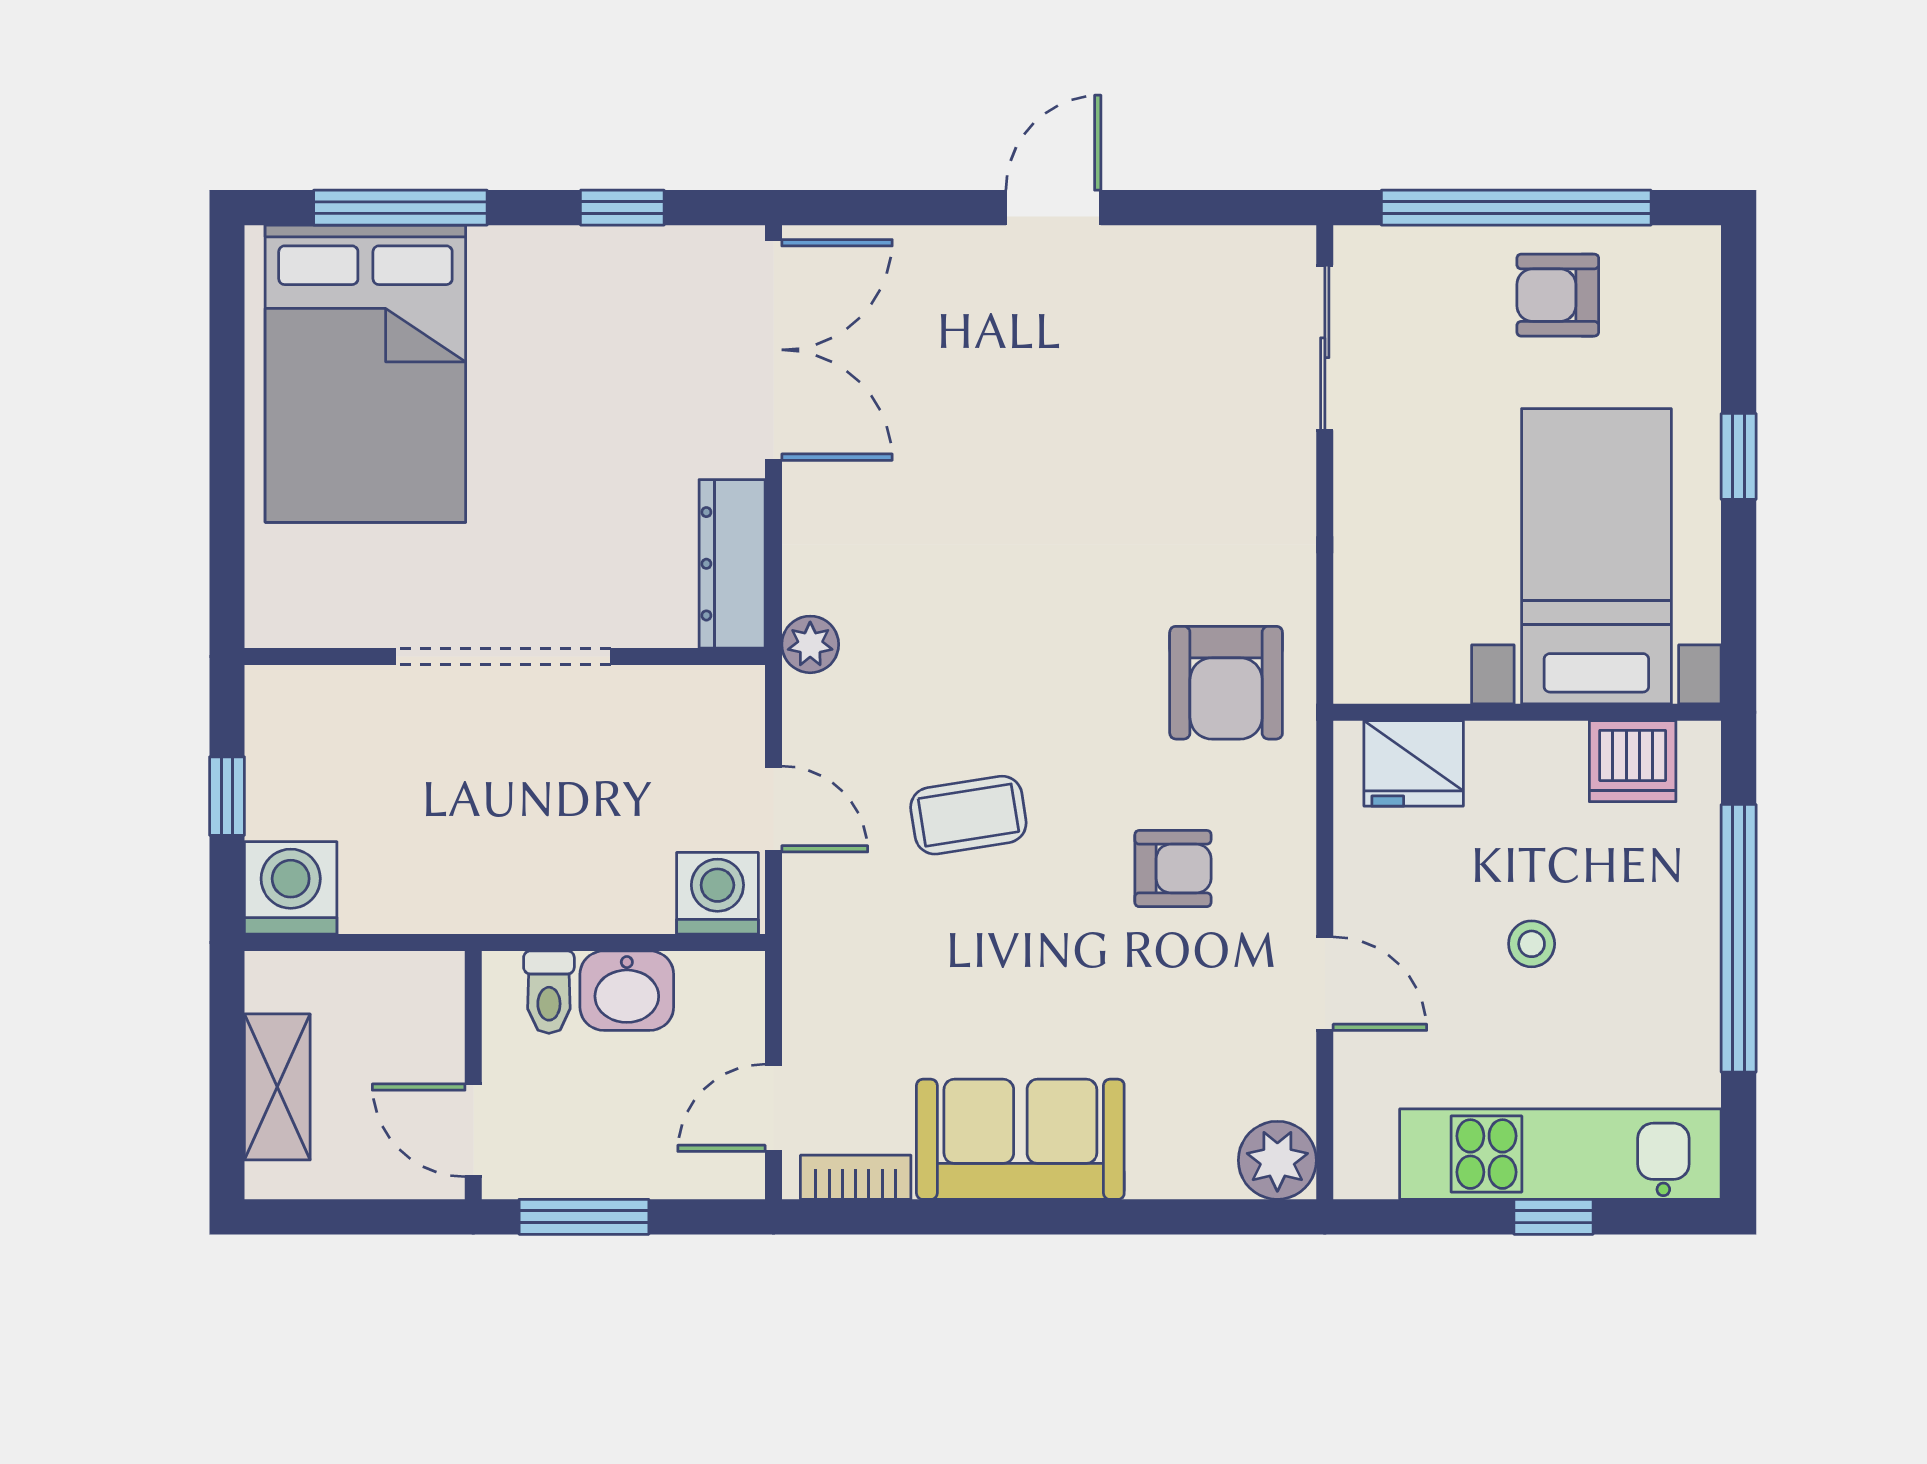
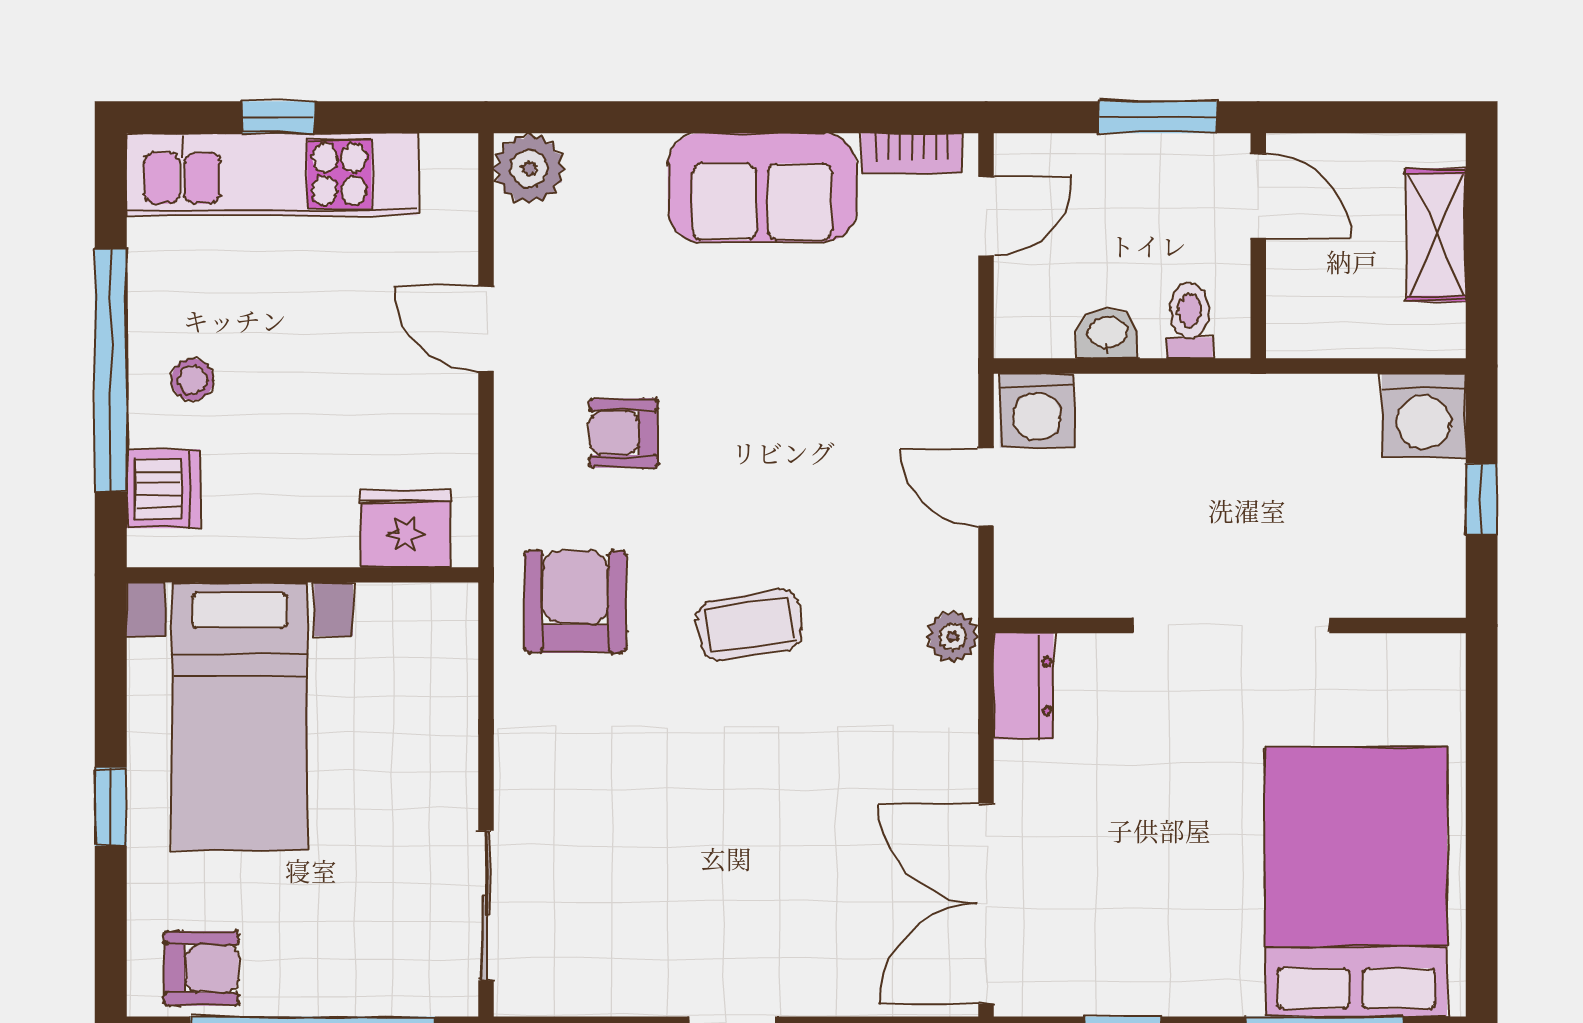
armchair: (1558, 295) -> (201, 968), moved
dresser: (732, 564) -> (1024, 686), width x0.70
dishwasher: (1633, 761) -> (163, 489), moved, turned 90
coffee table: (968, 815) -> (750, 625), moved
stool: (1532, 944) -> (192, 379), moved
washbasin: (627, 991) -> (1107, 334), width x0.72, depth x0.69

